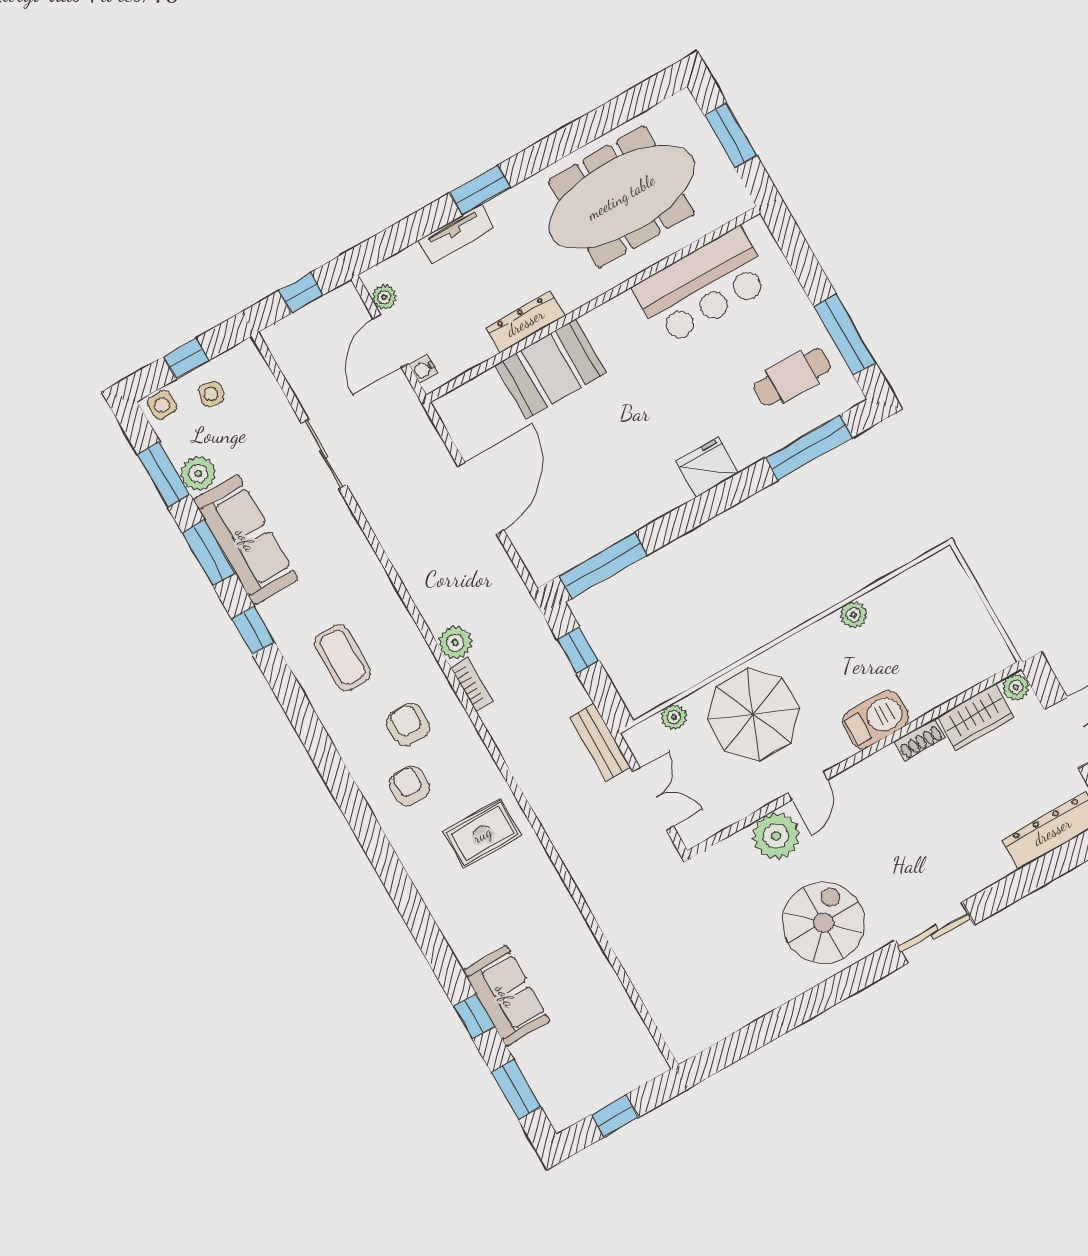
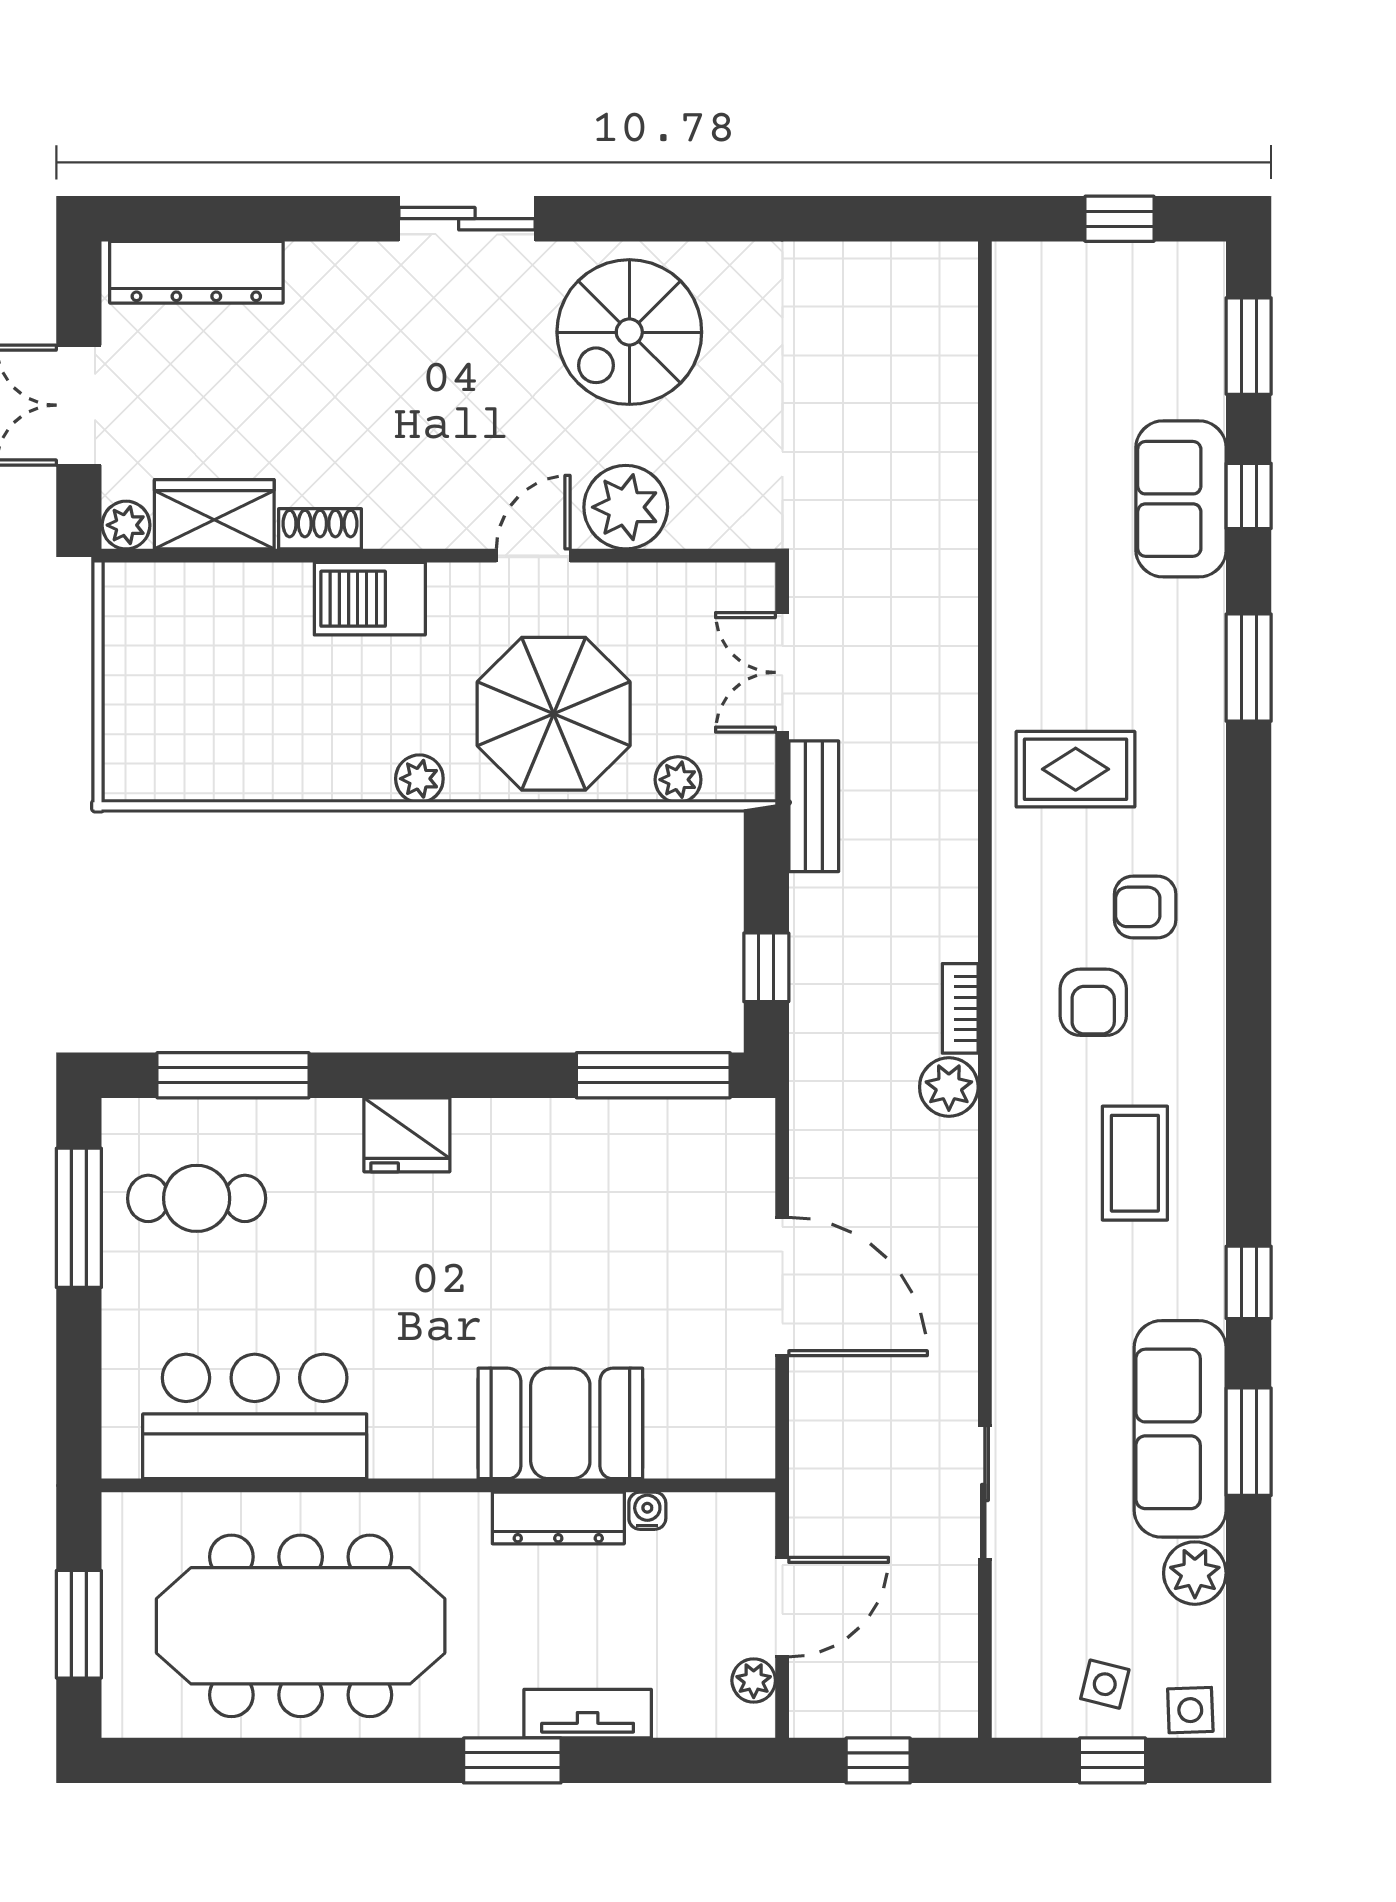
water cooler: (423, 369) -> (647, 1511), moved, turned -90
window: (164, 475) -> (1249, 668), moved
door: (481, 498) -> (782, 1286), swing flipped
plant: (854, 615) -> (419, 779), moved
armchair: (409, 786) -> (1145, 907), turned 90

